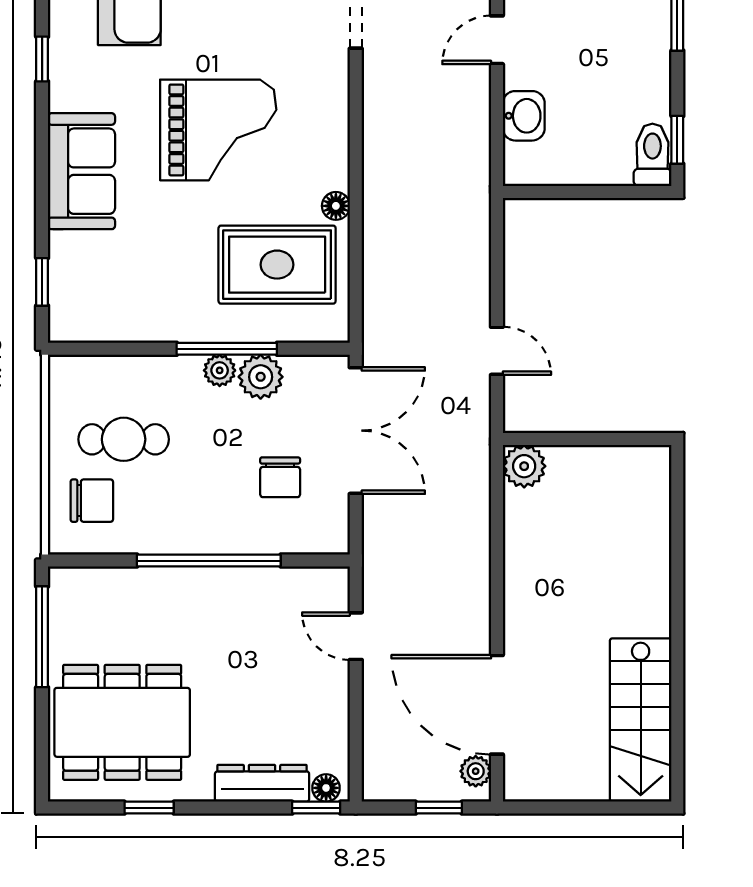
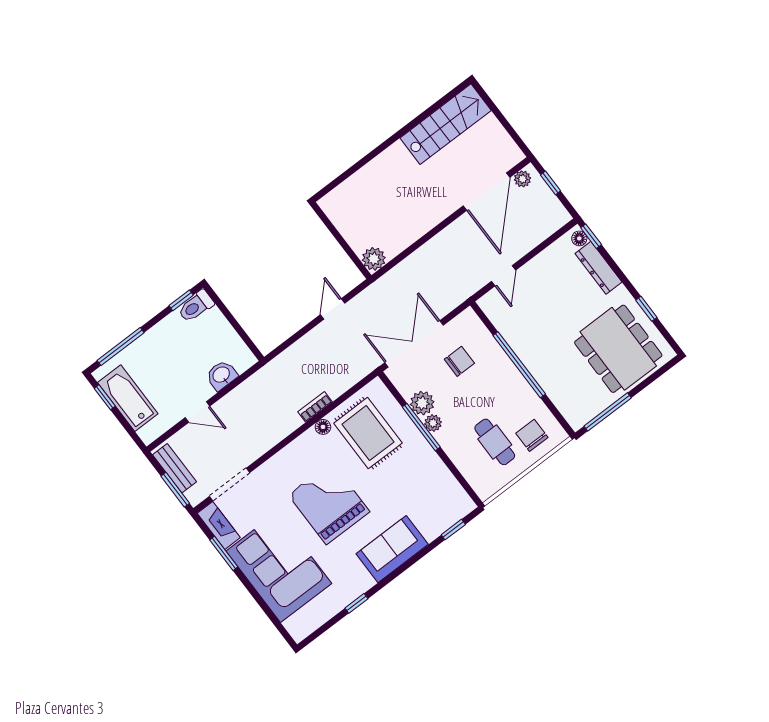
bookcase: (374, 217) -> (315, 407), added

